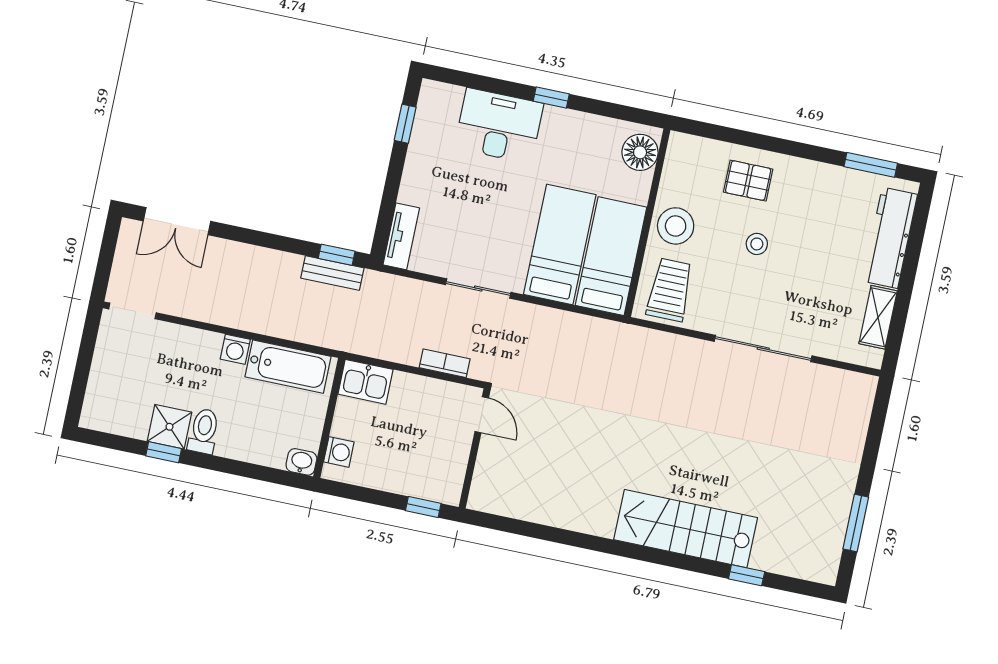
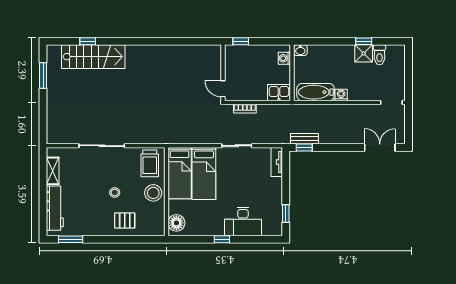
toilet: (204, 431) -> (380, 55), moved
stairs: (686, 529) -> (93, 57), moved

